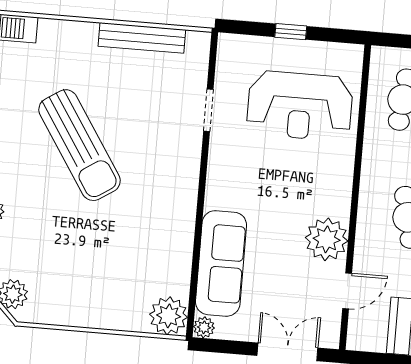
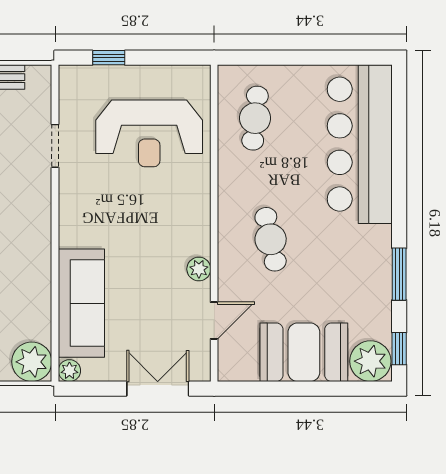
window: (291, 32) -> (109, 58), moved
plant: (327, 239) -> (199, 269), width x0.53, depth x0.53

